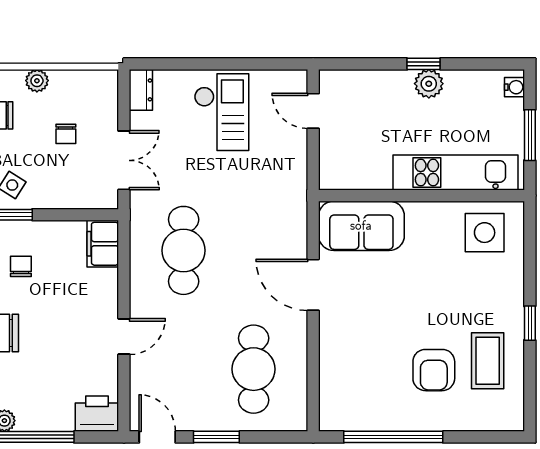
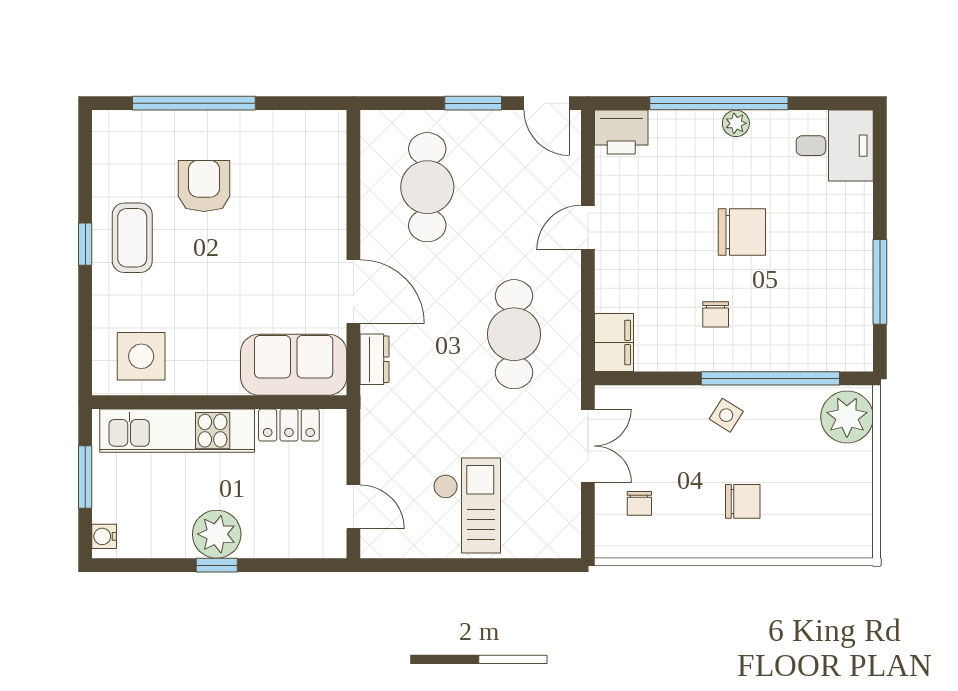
plant: (37, 81) -> (696, 544), removed
plant: (429, 84) -> (217, 534), width x1.36, depth x1.36
dresser: (141, 90) -> (375, 359), moved, turned 180
checkout: (222, 112) -> (467, 505), turned 180
chair: (66, 134) -> (639, 503), moved, turned 180
double door: (124, 160) -> (588, 446), swing flipped
locker: (365, 177) -> (289, 425), added
coffee table: (488, 361) -> (132, 238), moved
window: (393, 437) -> (194, 103), moved

